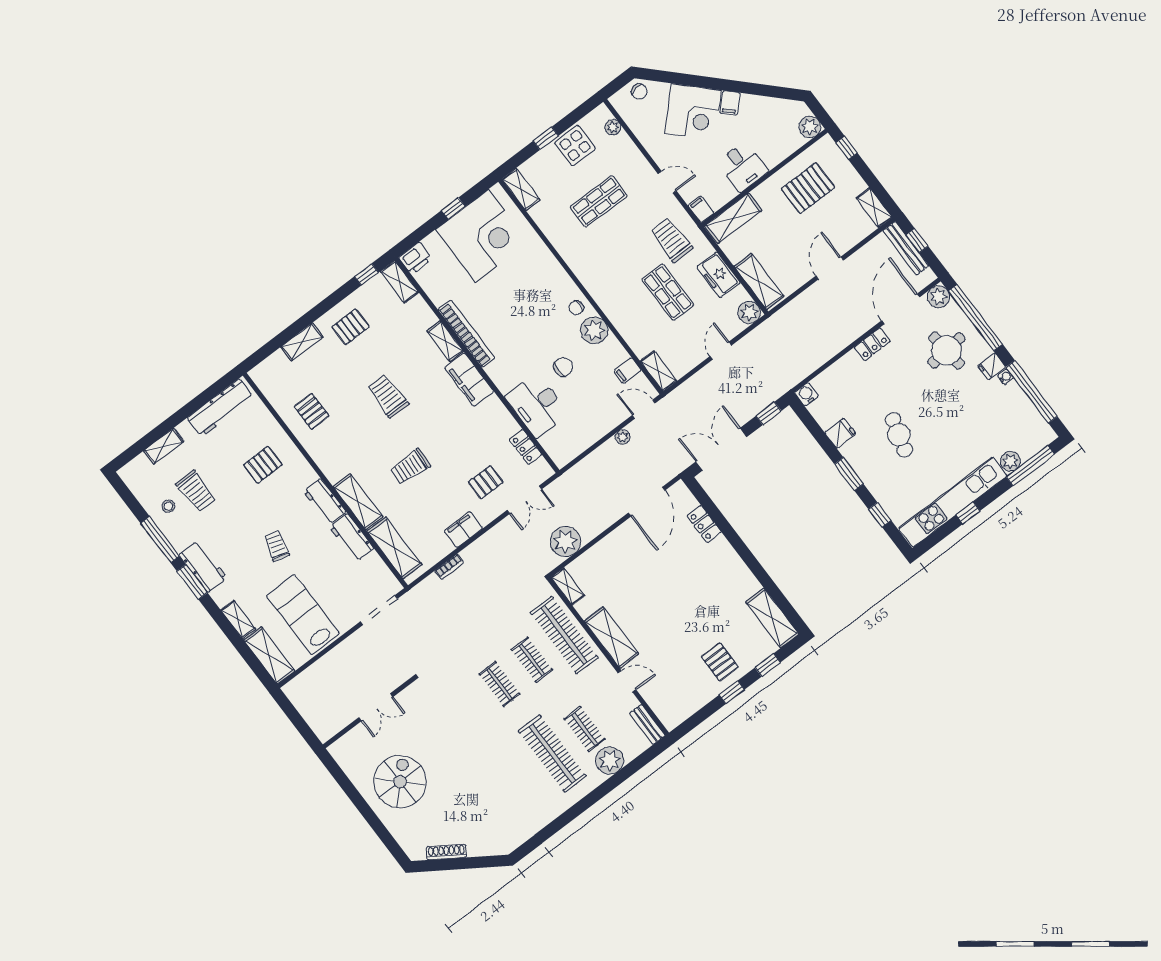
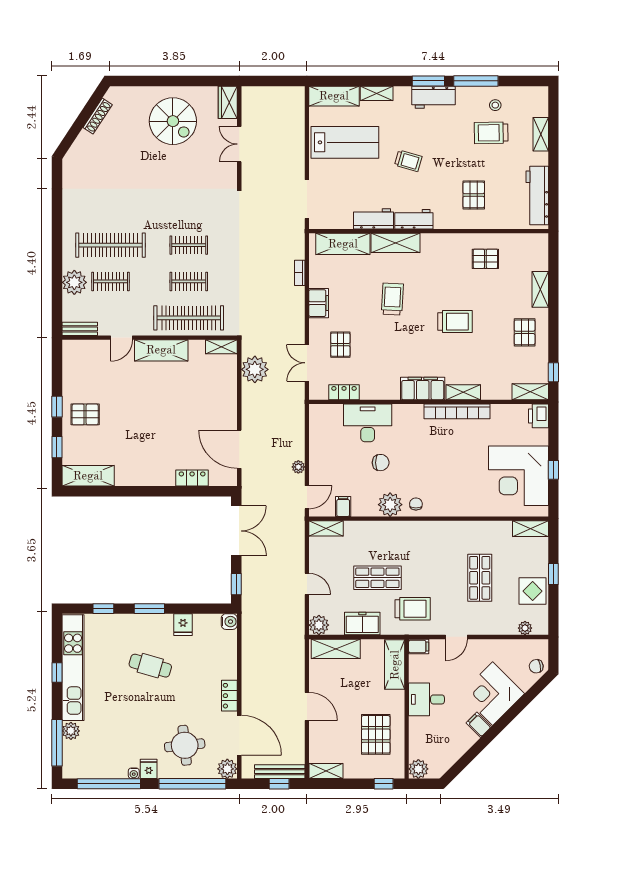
chair: (563, 367) -> (381, 463), turned -90
wardrobe: (346, 746) -> (228, 102), added

